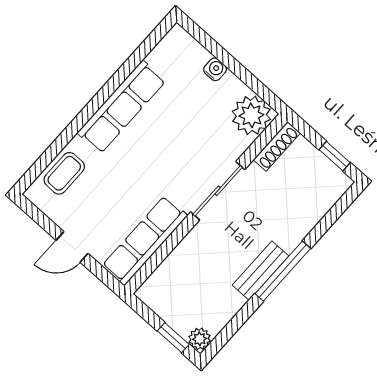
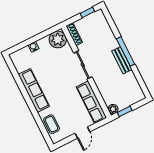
window: (173, 338) -> (125, 111), moved
plant: (200, 339) -> (113, 109), moved

